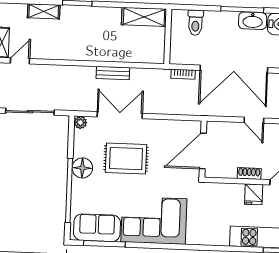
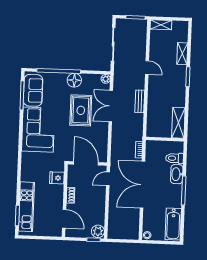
washbasin: (253, 21) -> (177, 174), moved
door: (20, 61) -> (147, 68), moved
double door: (120, 115) -> (111, 106), swing flipped
door: (254, 120) -> (108, 179), moved
fridge: (254, 194) -> (57, 178), moved

